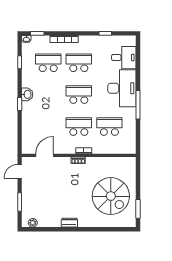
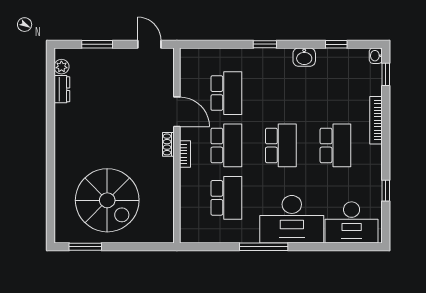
desk: (124, 58) -> (352, 222), width x1.37
school desk: (48, 63) -> (226, 93), moved
washbasin: (27, 94) -> (304, 57), moved
door: (45, 155) -> (177, 112), moved
spiral stairs: (111, 196) -> (107, 200), turned -90
dresser: (69, 223) -> (62, 89), moved

